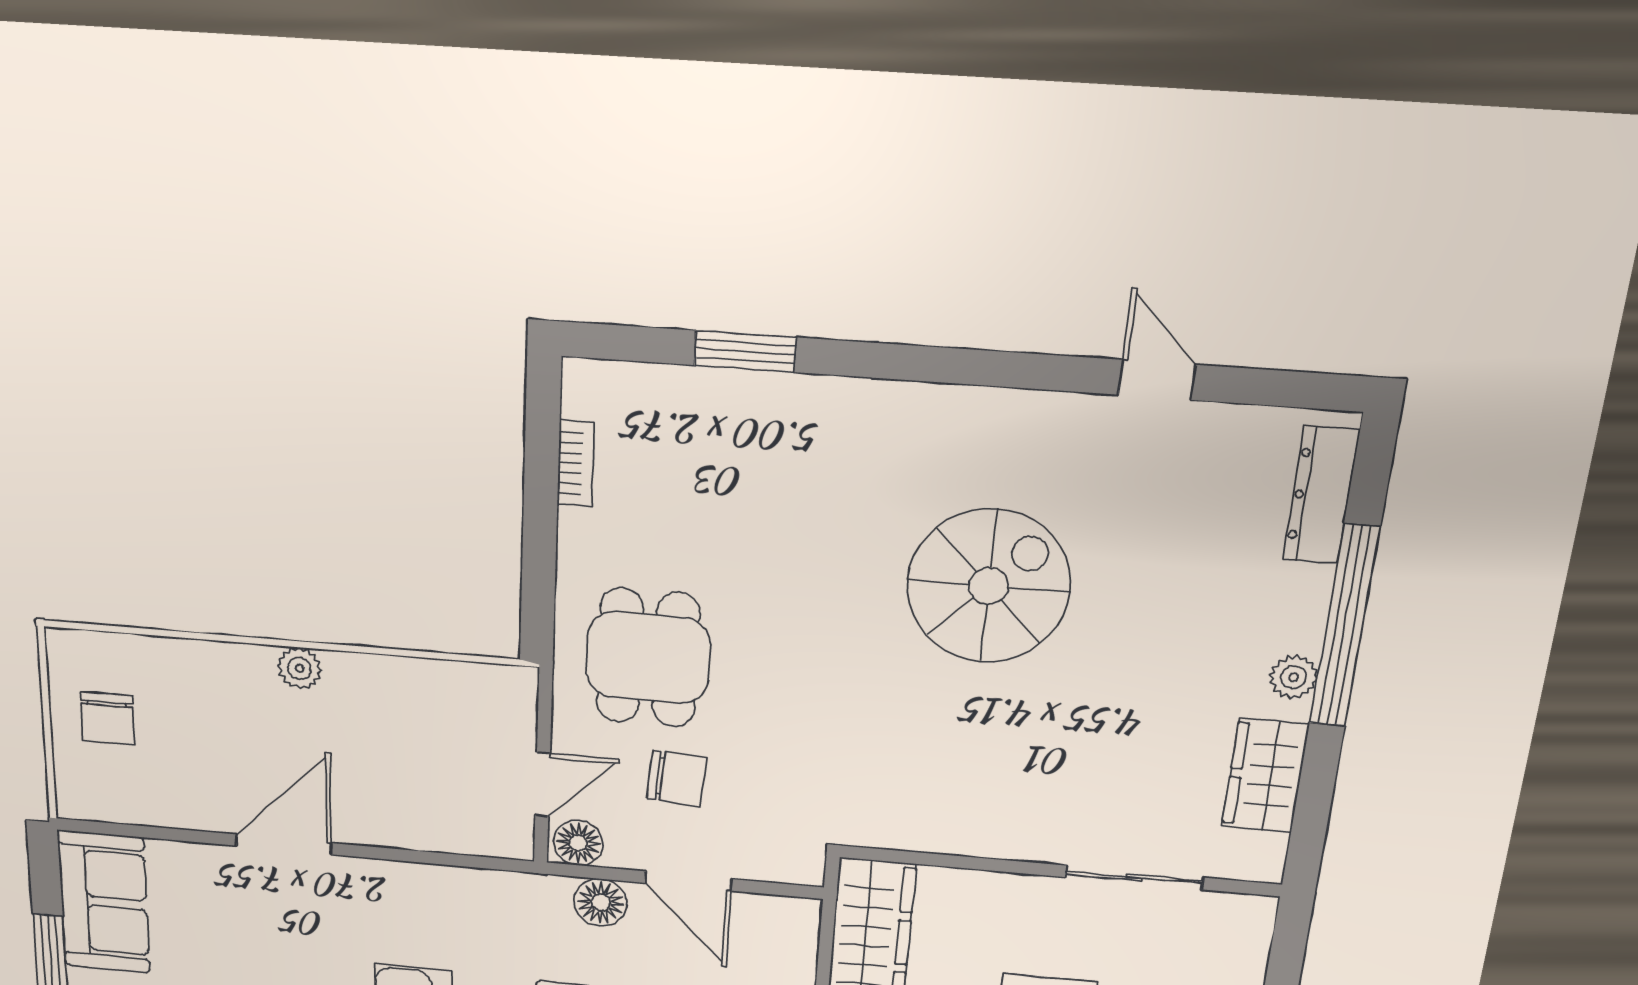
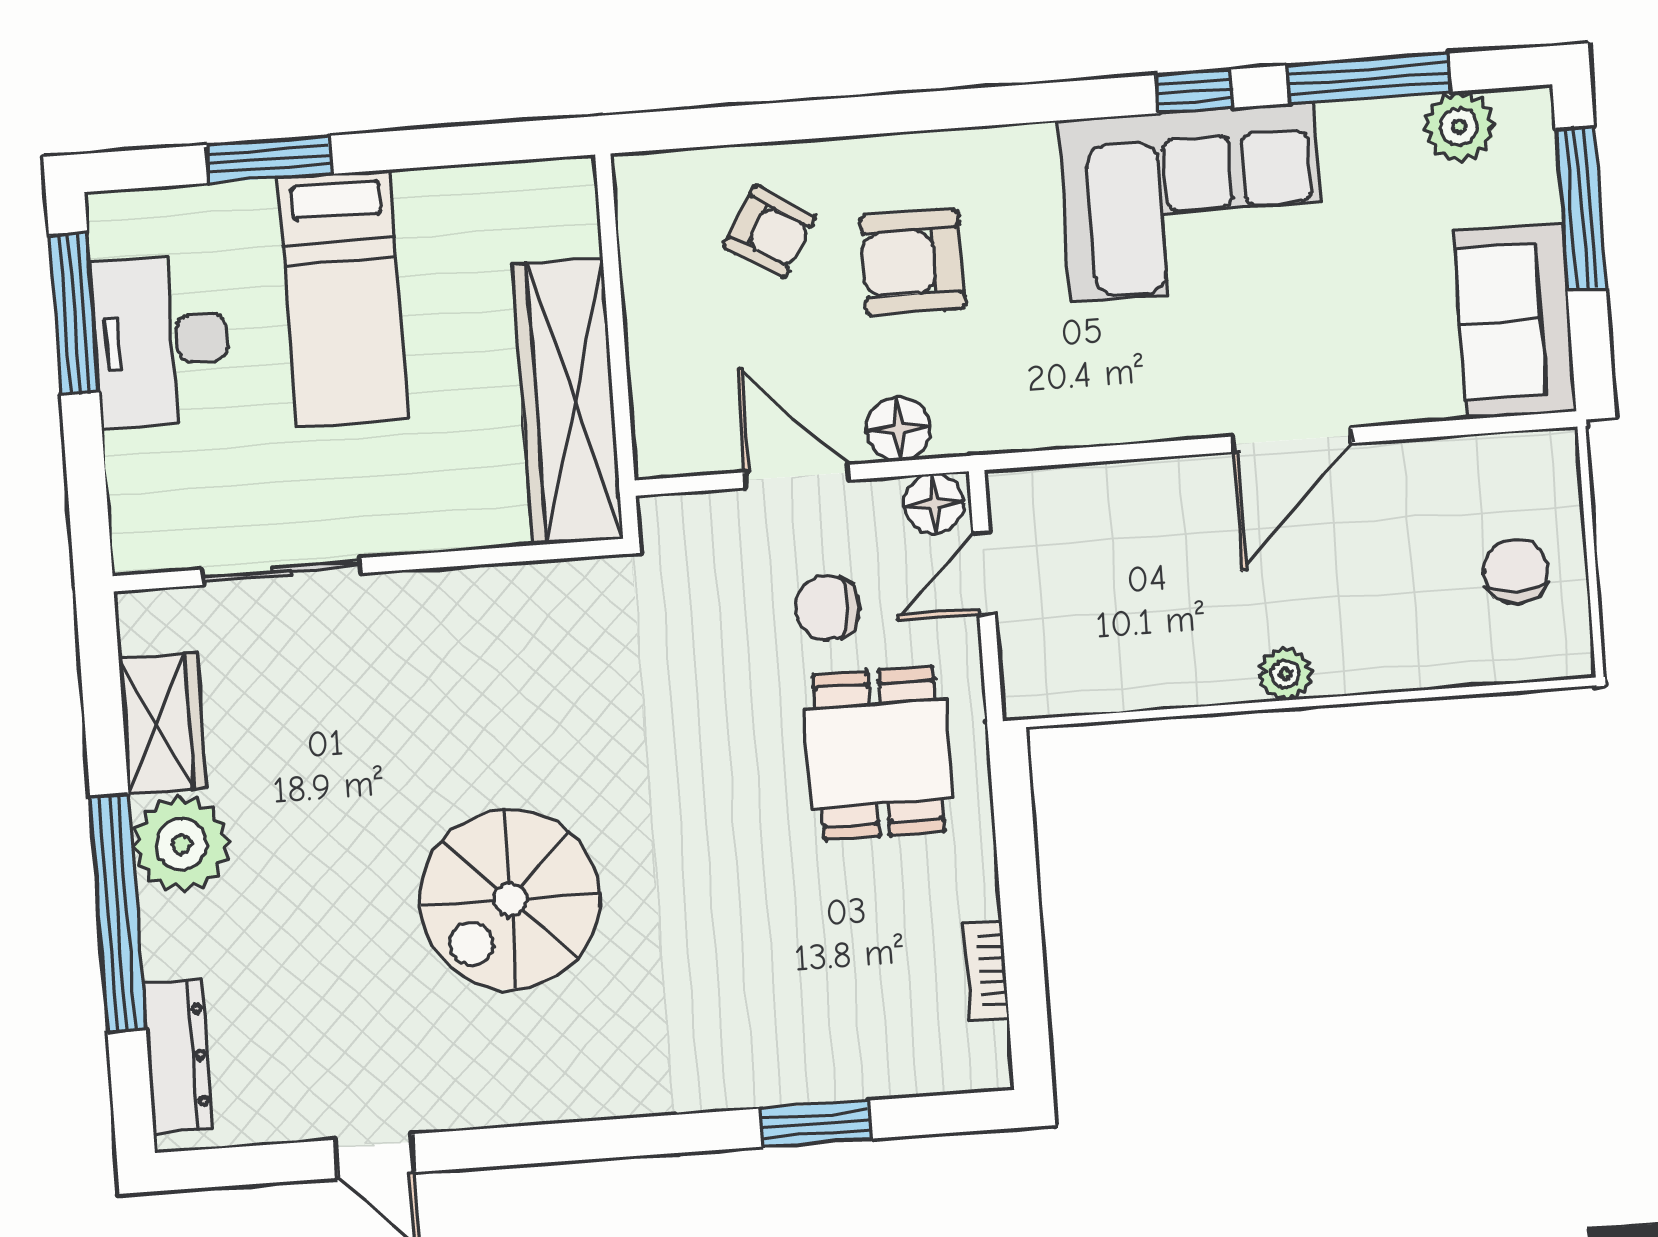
plant: (1294, 677) -> (181, 844), width x1.87, depth x1.87

